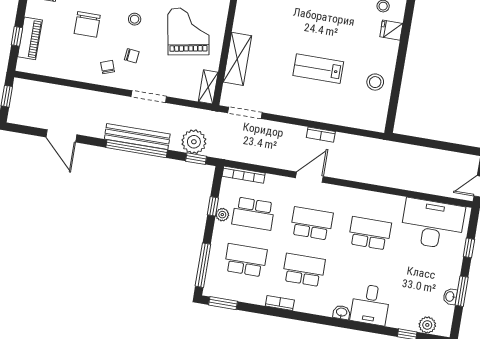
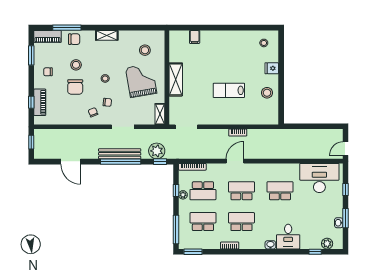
fridge: (391, 30) -> (272, 68), moved
shelving: (237, 59) -> (176, 79), moved

